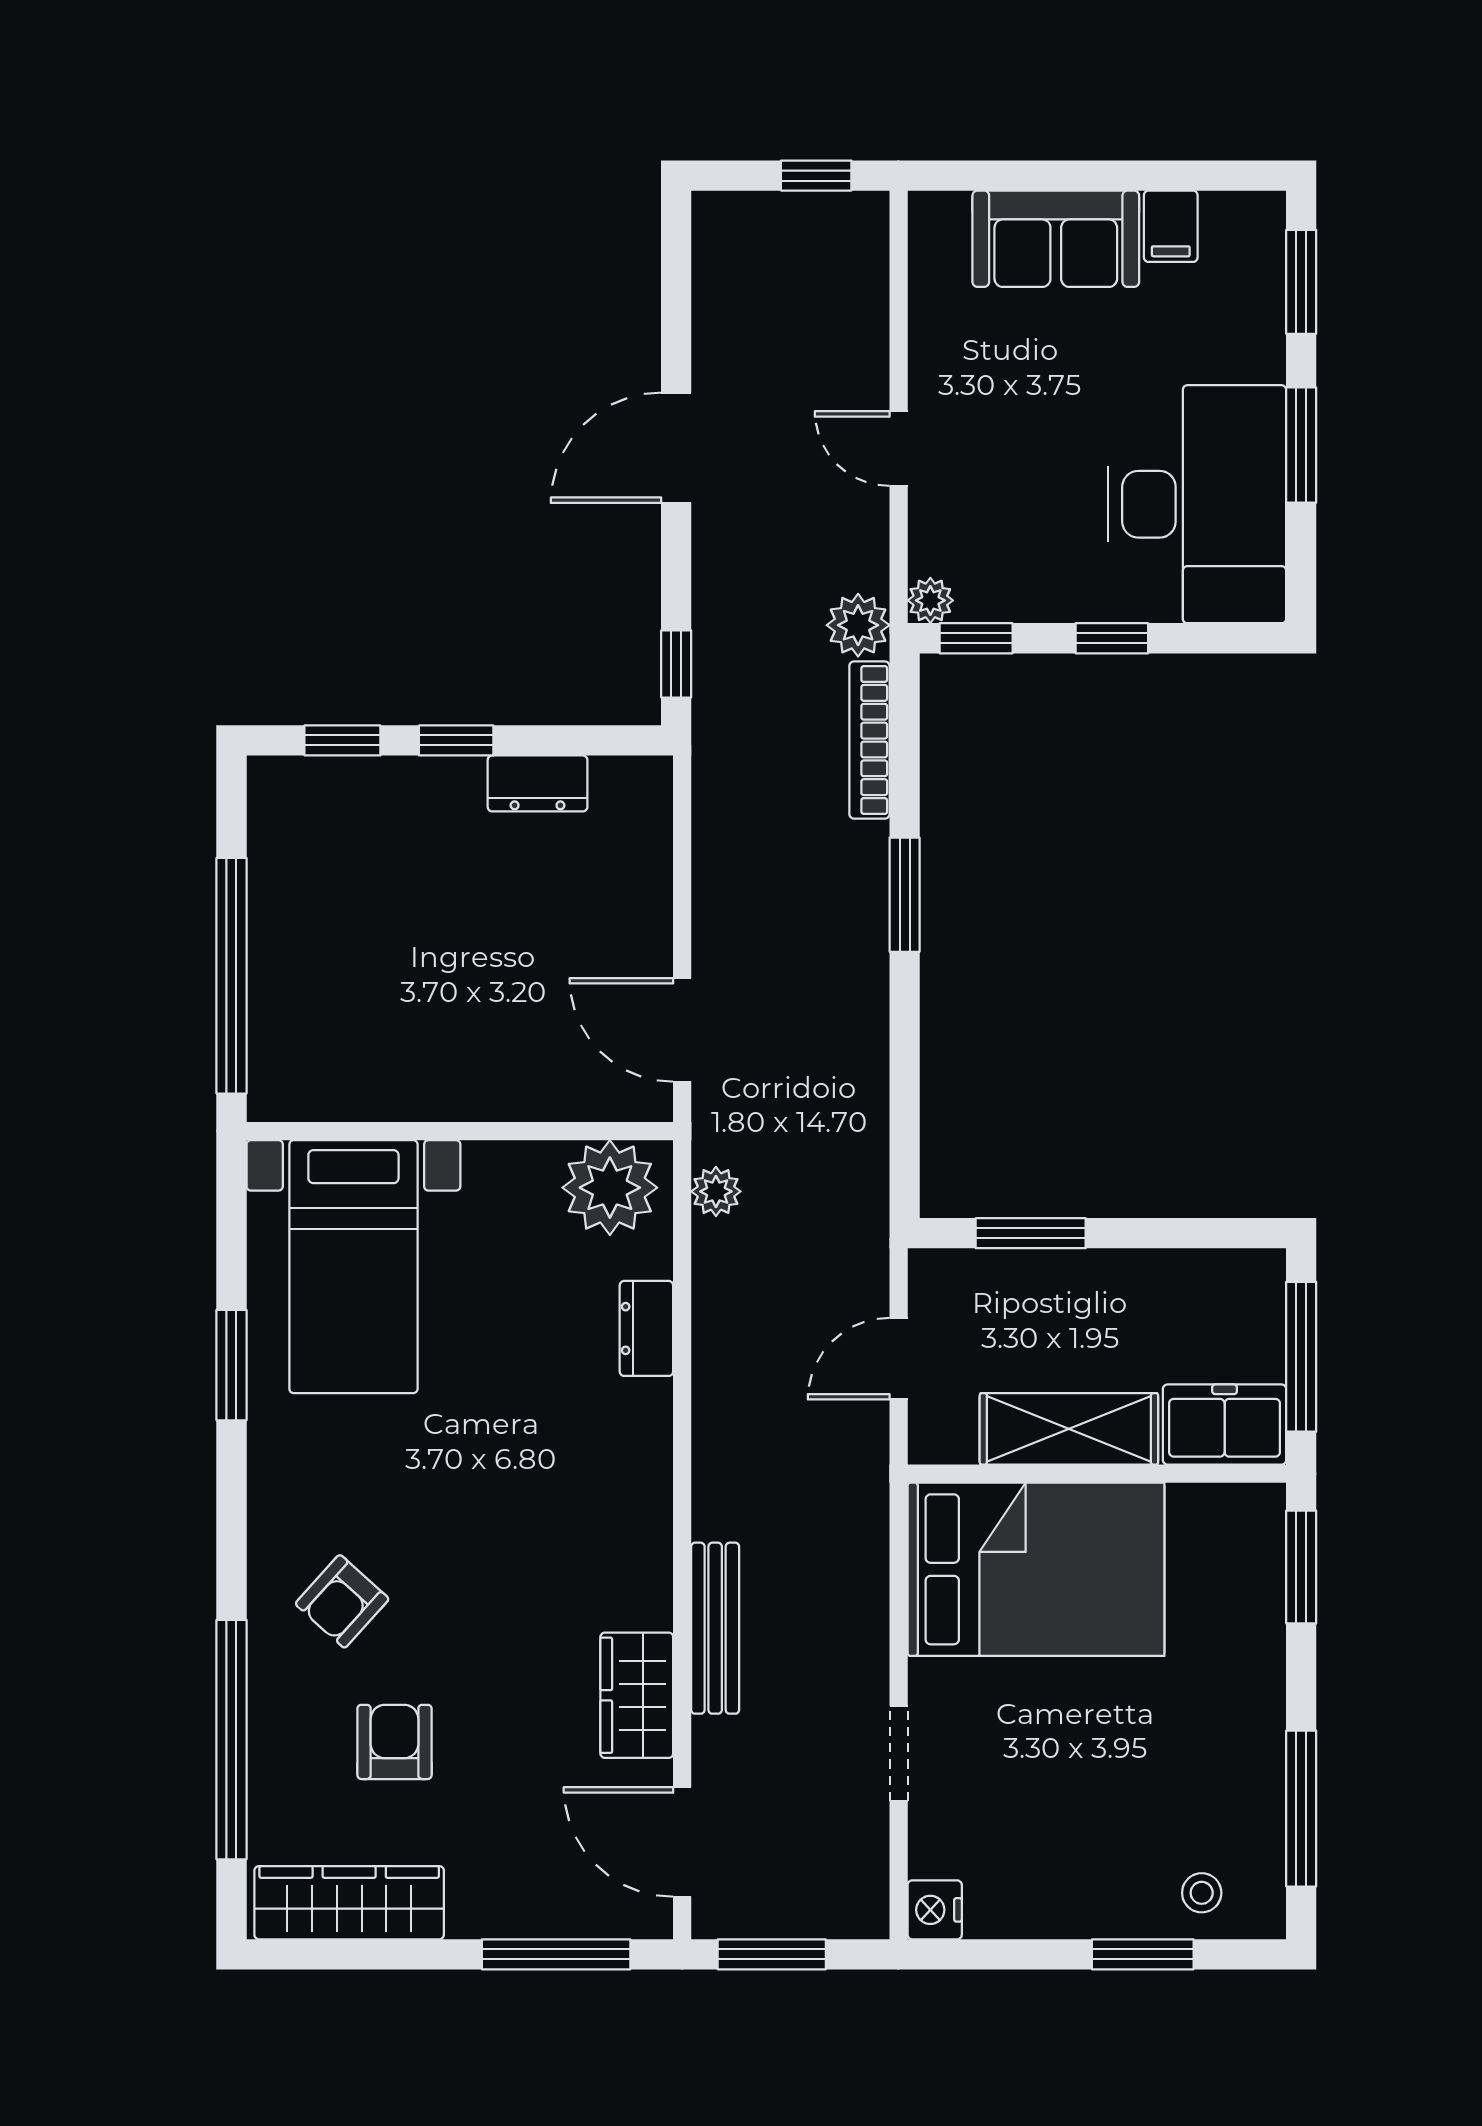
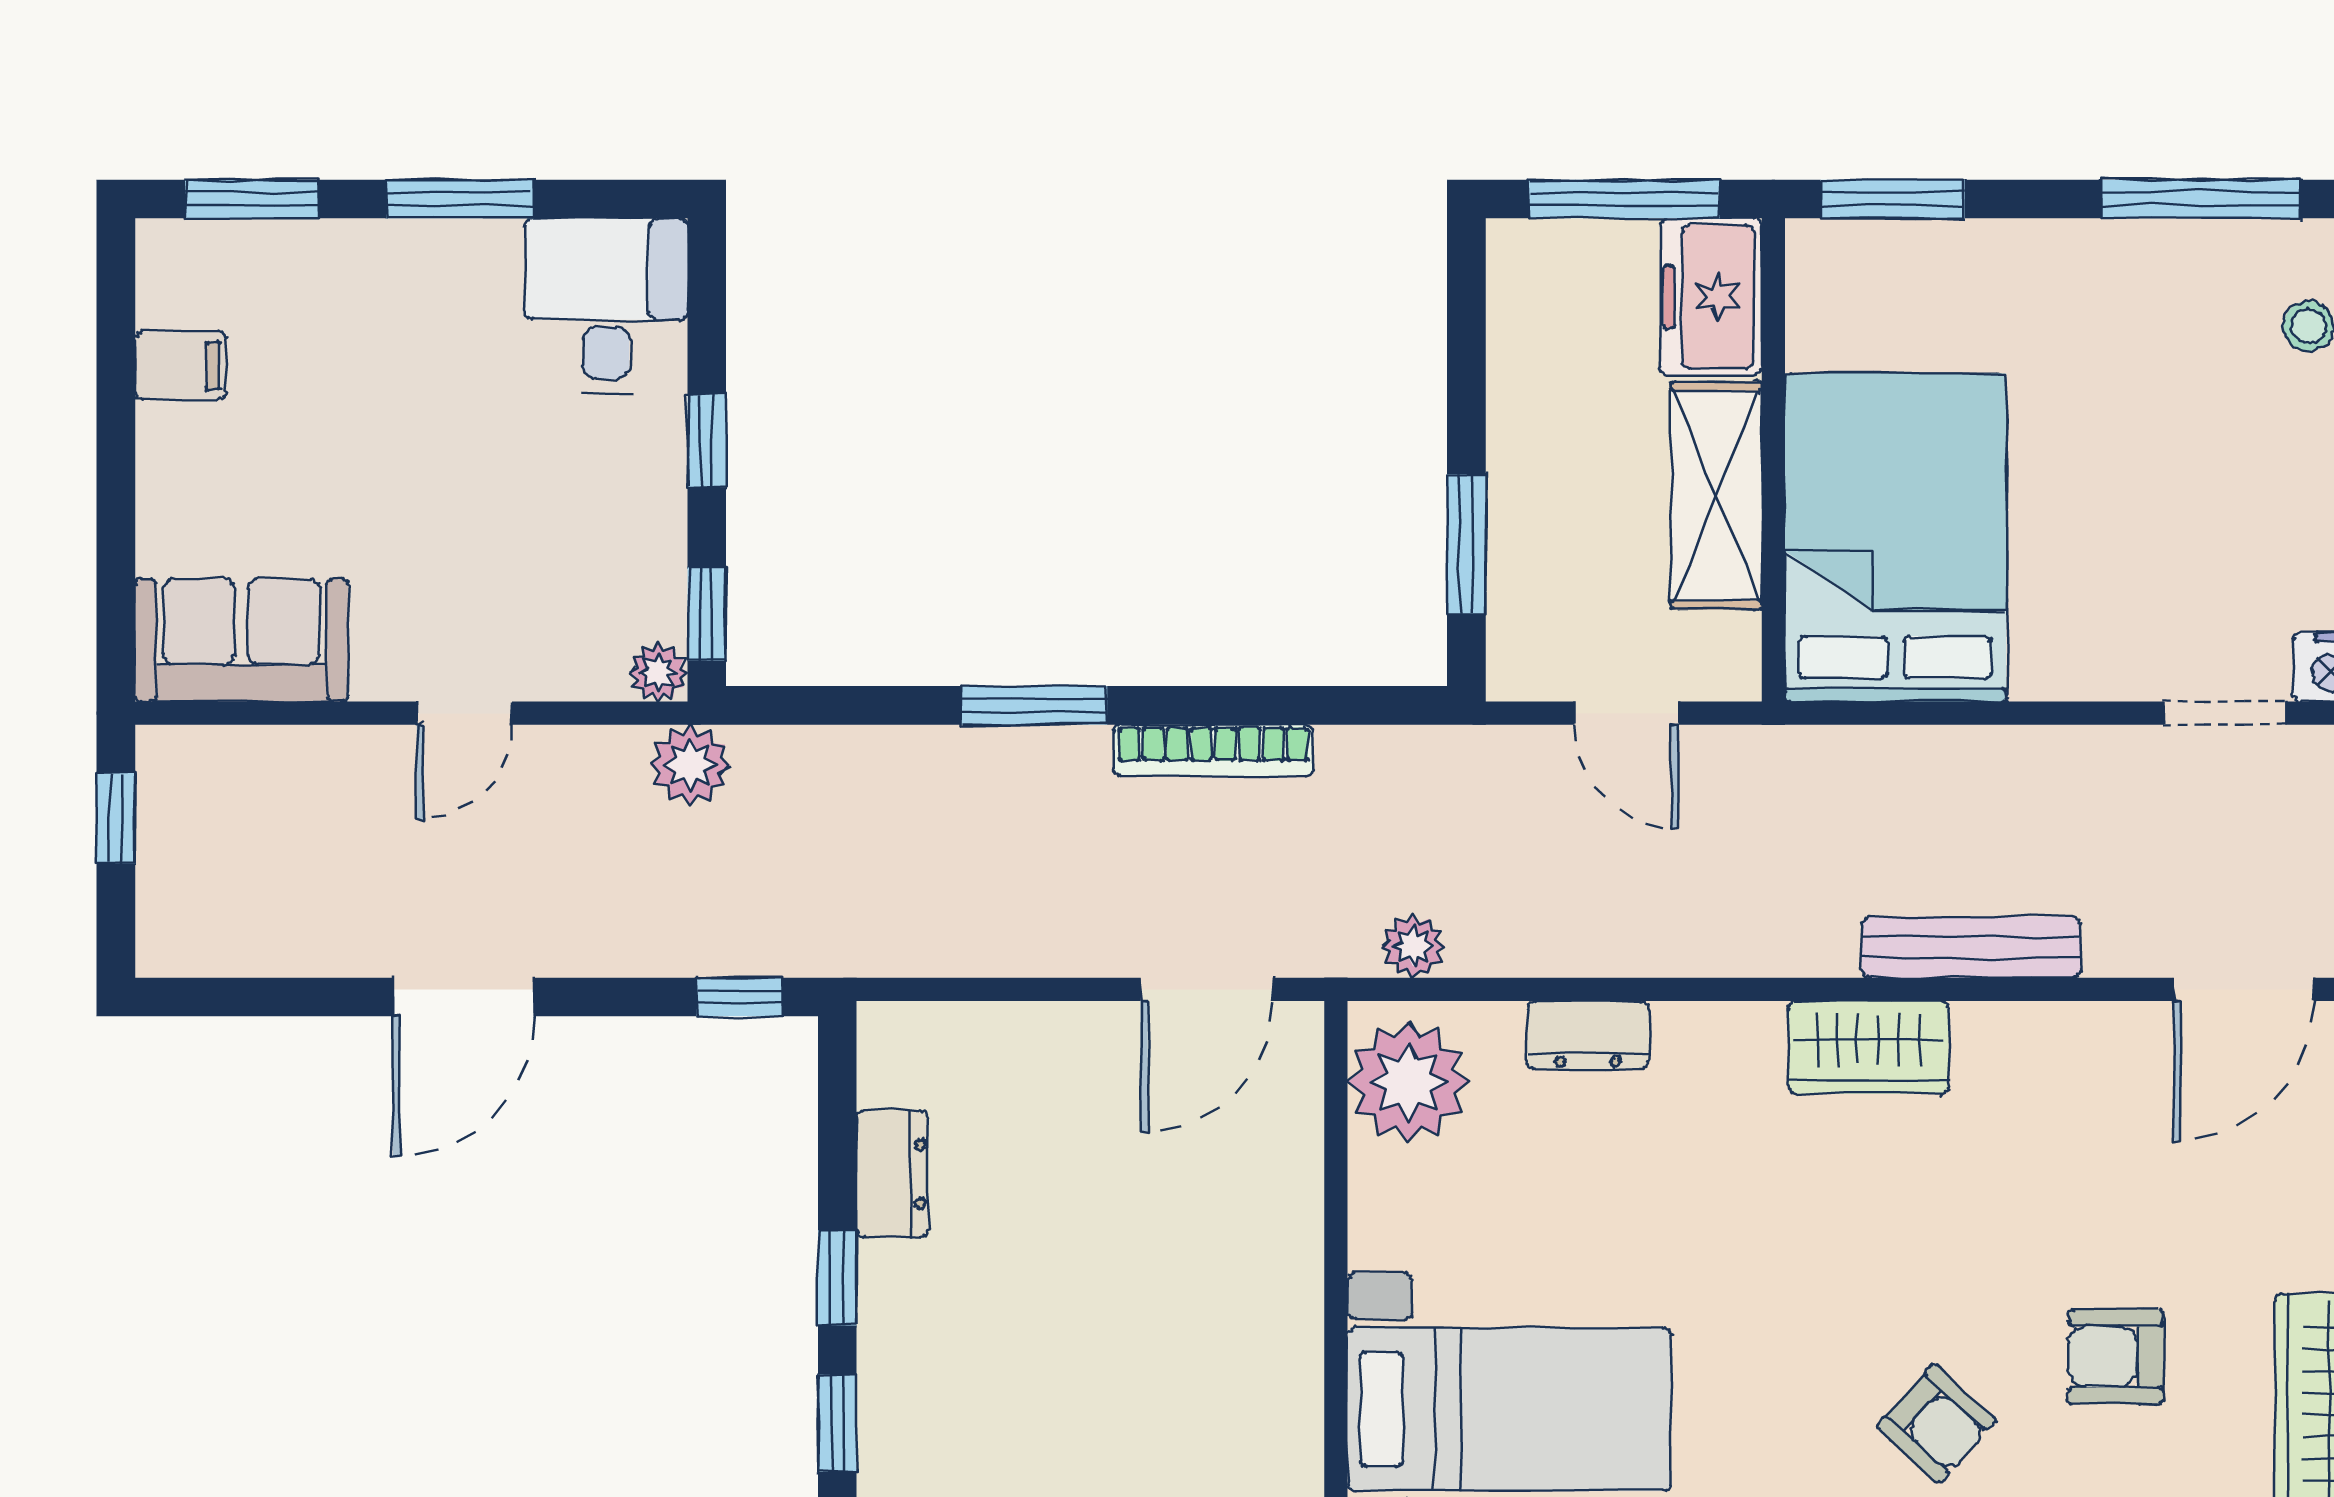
sofa: (1056, 239) -> (241, 640), moved, turned -90
door: (676, 448) -> (463, 997), hinge flipped
desk: (1197, 504) -> (606, 306), width x0.53, depth x0.77
bookcase: (869, 740) -> (1213, 750), moved
wardrobe: (637, 1695) -> (1868, 1047), moved
doorway: (899, 1753) -> (2224, 713), moved

